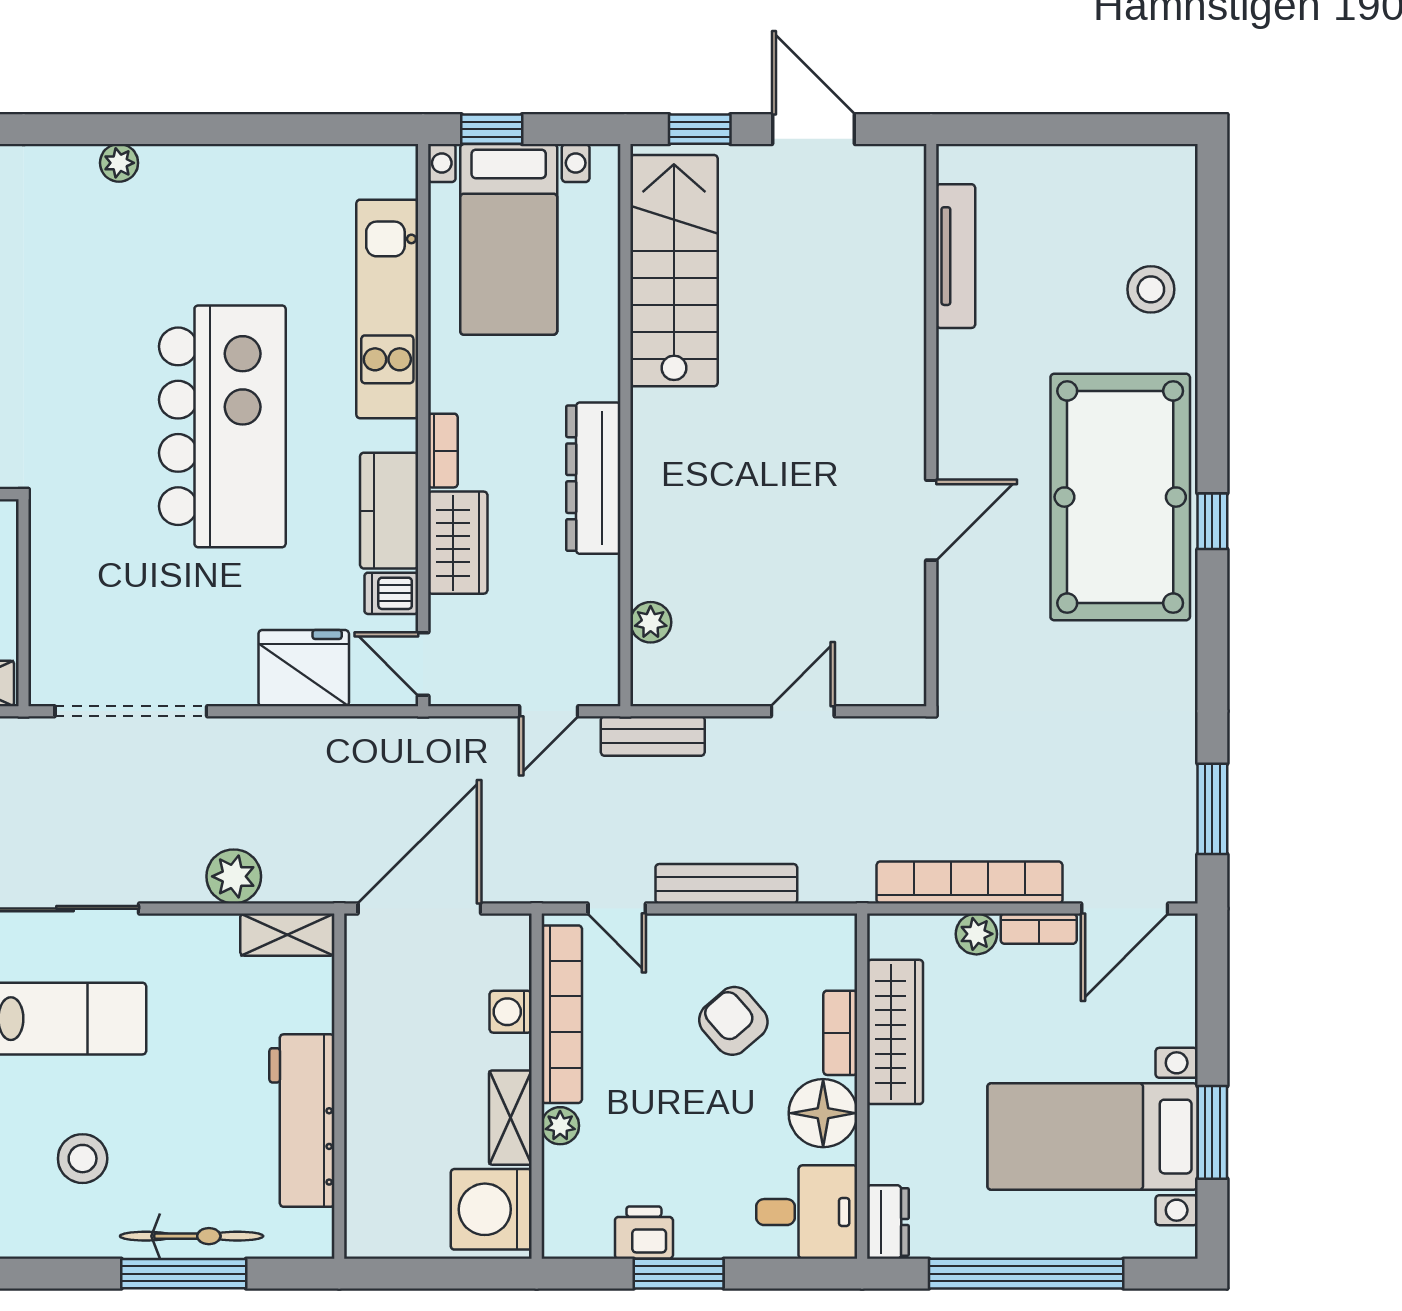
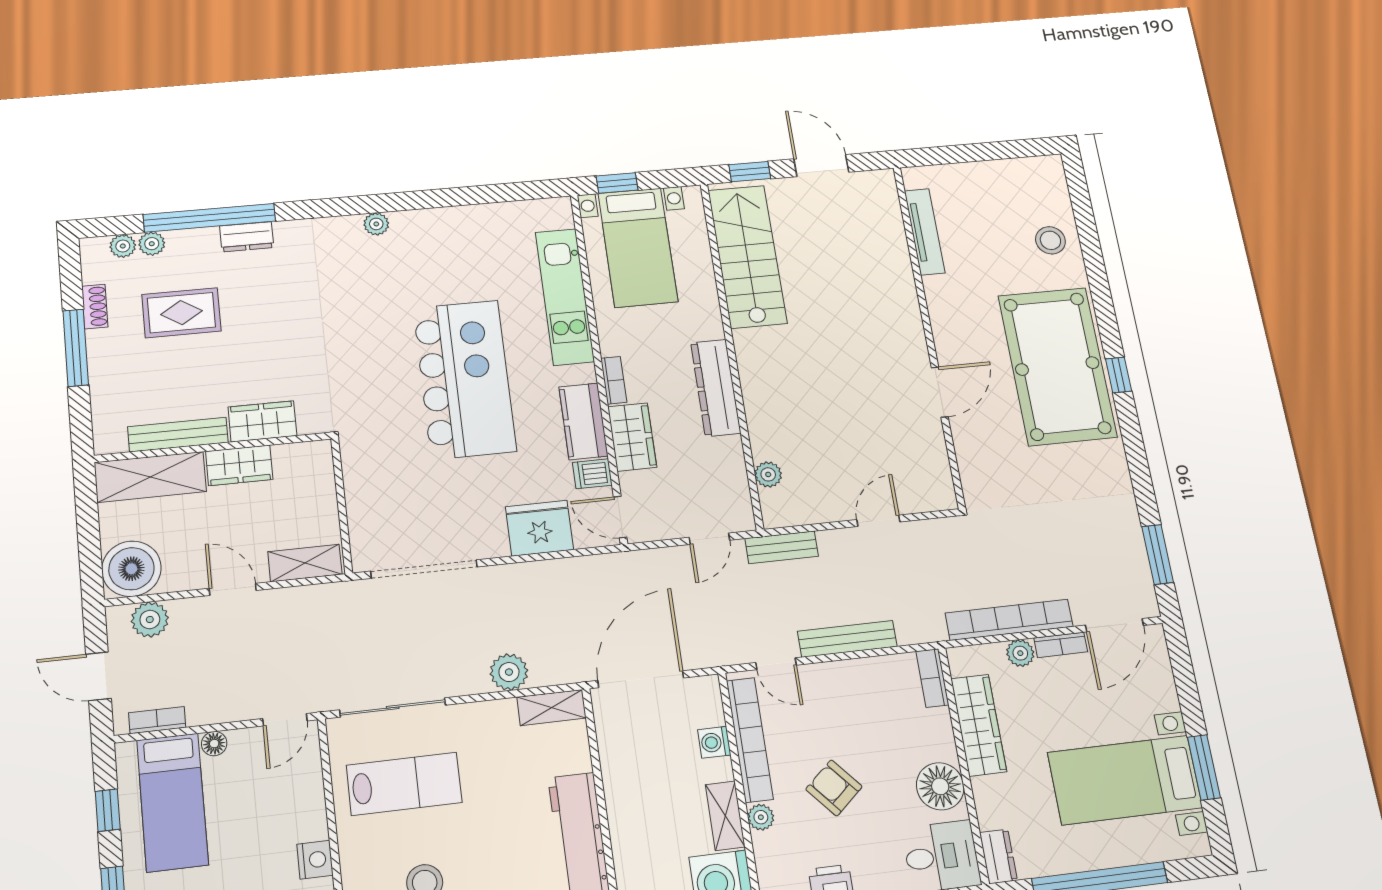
armchair: (733, 1021) -> (834, 788), moved
bookcase: (840, 1033) -> (932, 678), moved

